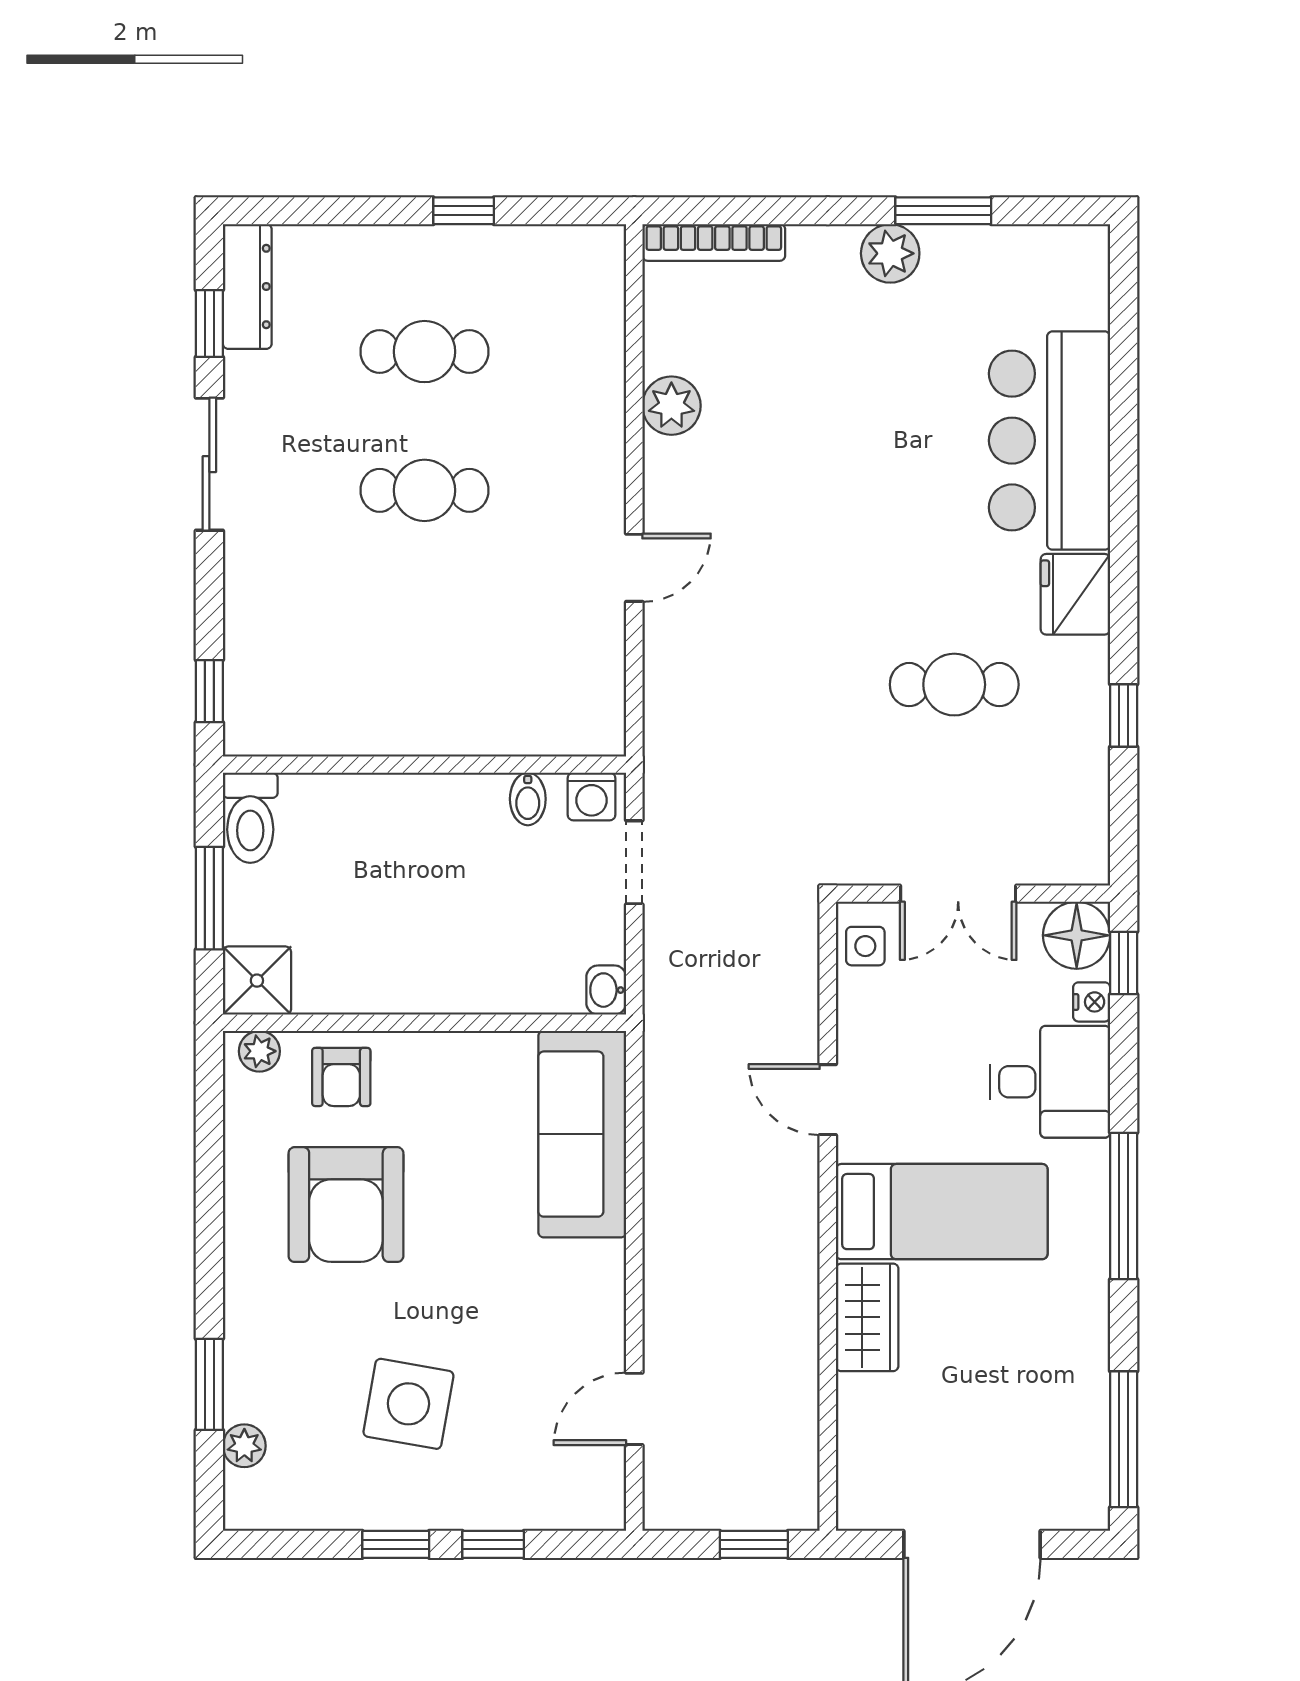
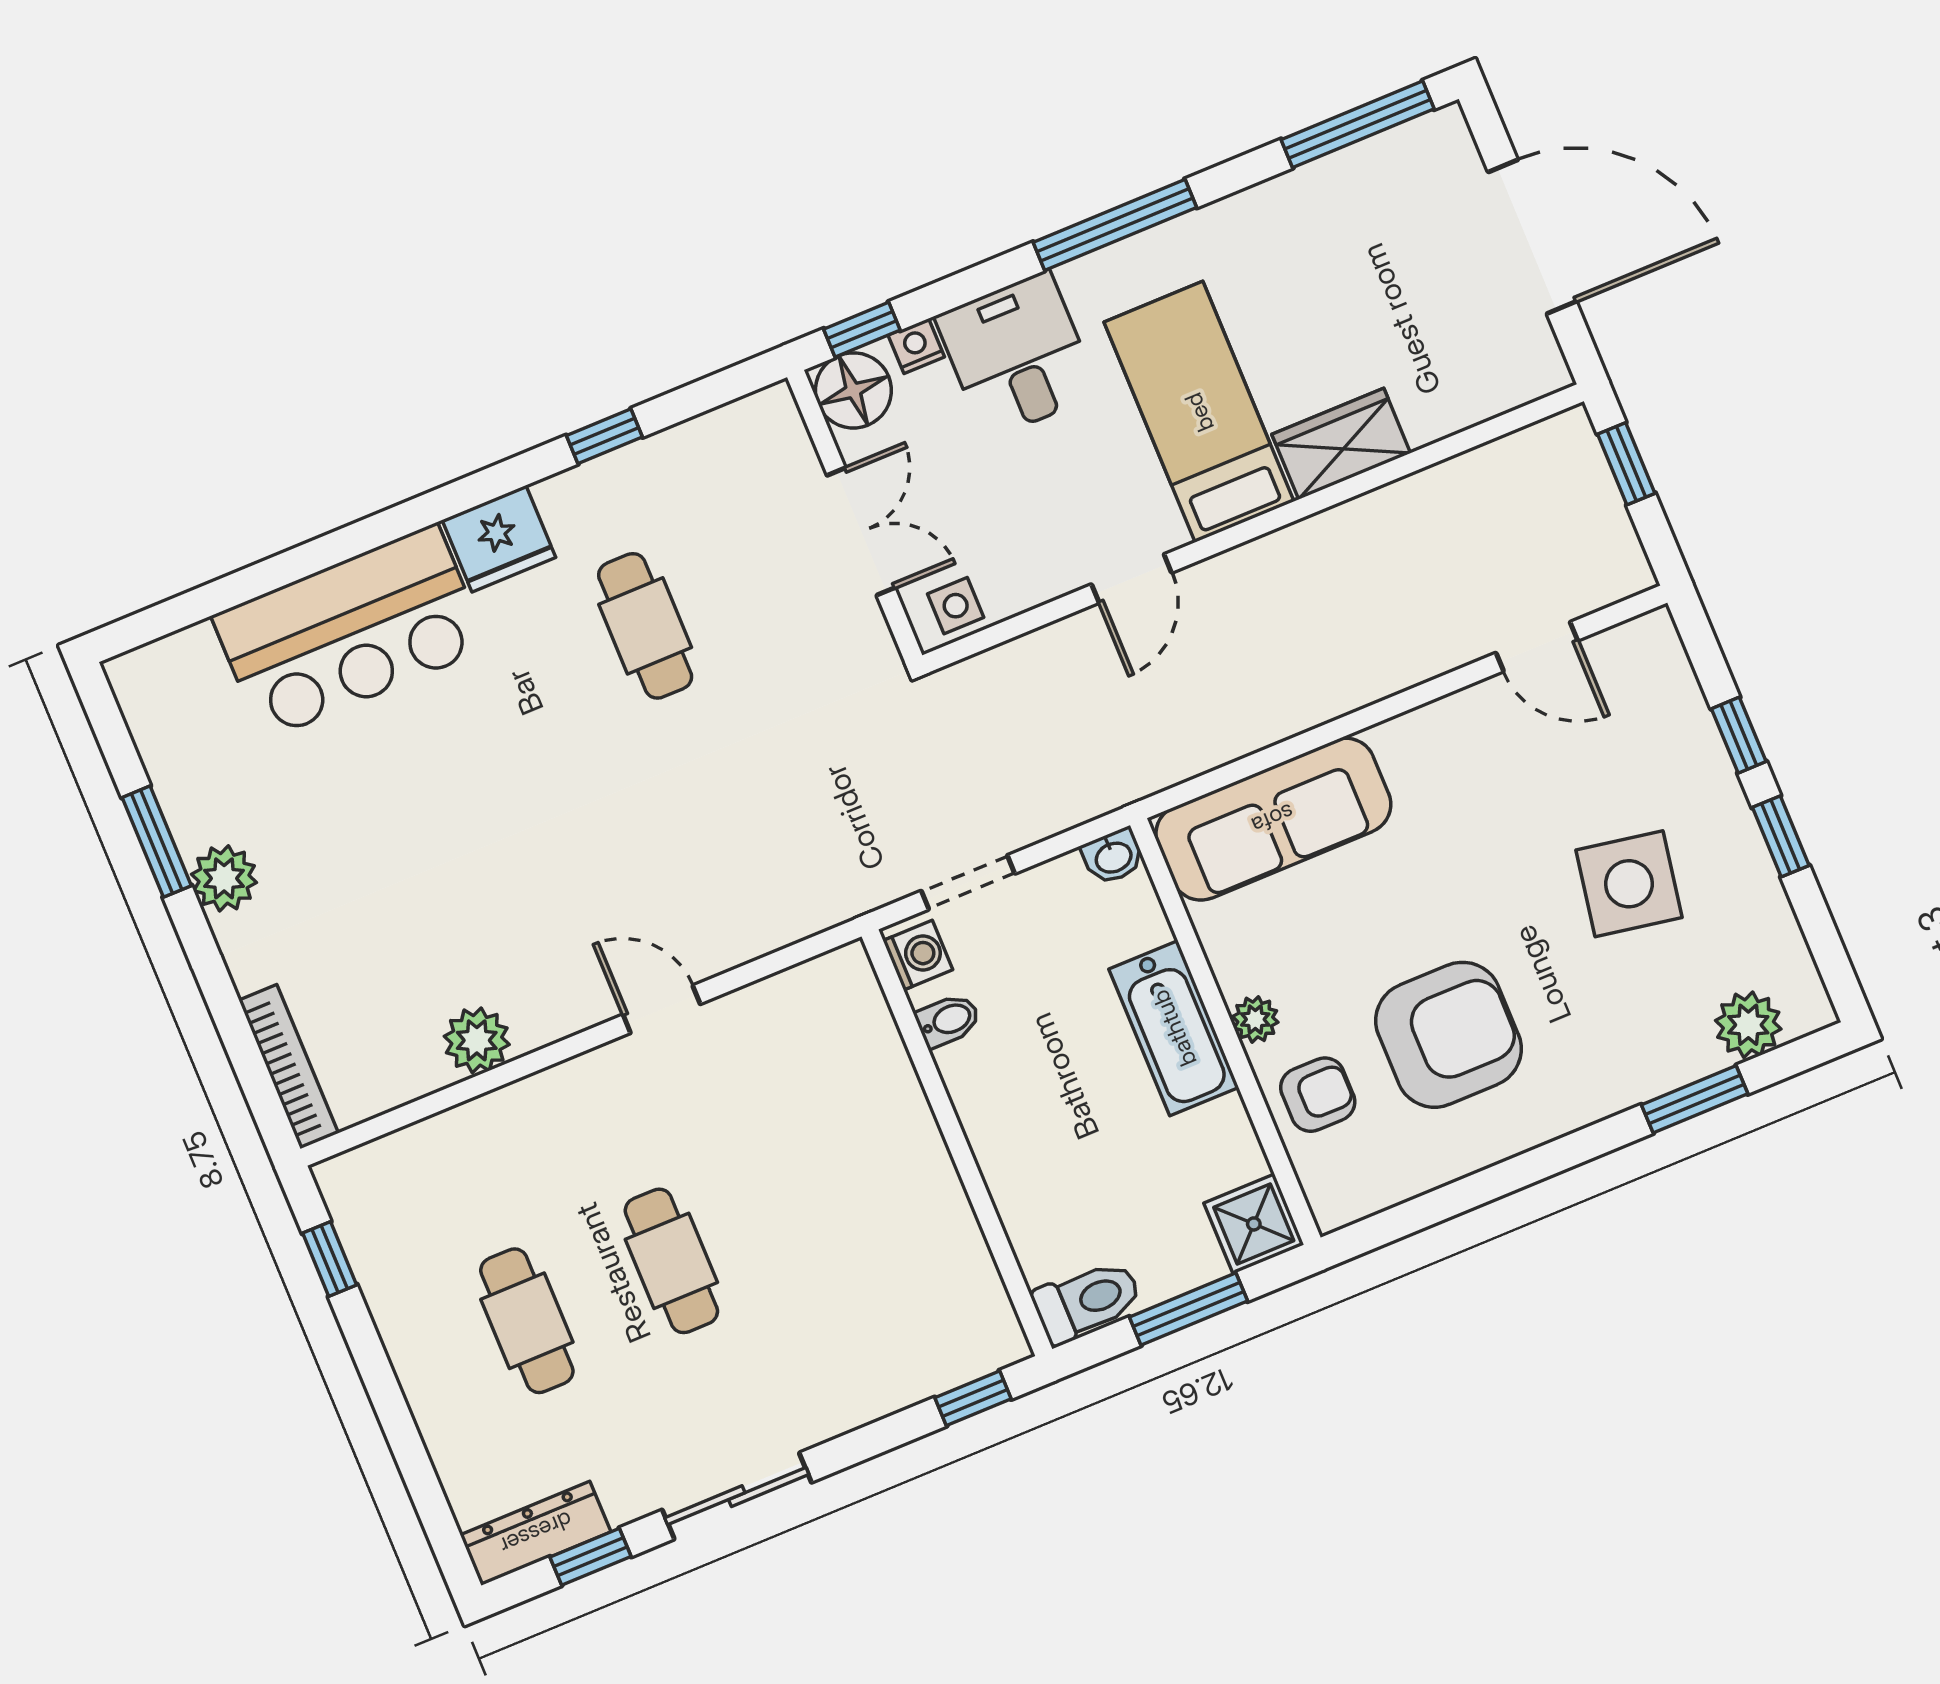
window: (464, 211) -> (330, 1259), moved
bathtub: (445, 981) -> (1174, 1028), added
plant: (259, 1051) -> (1255, 1019), moved
plant: (244, 1446) -> (1748, 1025), width x1.38, depth x1.38

